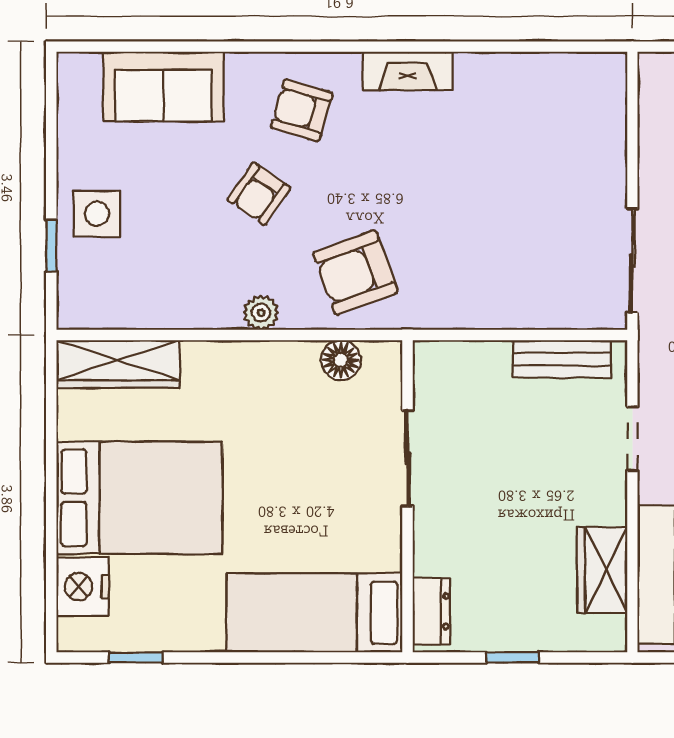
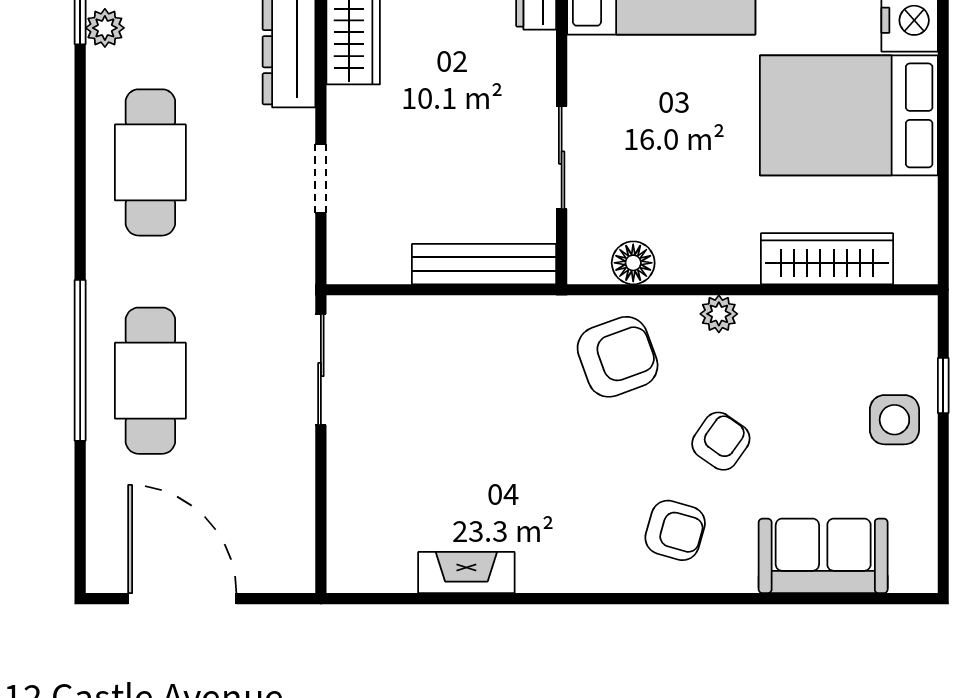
fireplace: (408, 71) -> (466, 573), moved
bench: (562, 359) -> (484, 264), moved, width x1.36
wardrobe: (118, 364) -> (827, 259), moved

